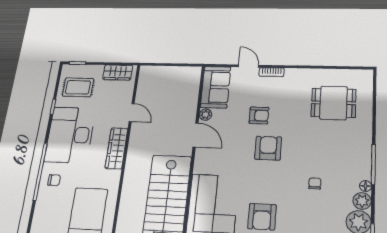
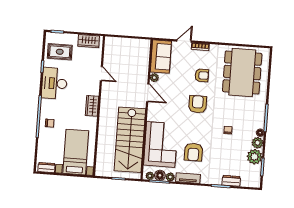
door: (248, 66) -> (184, 41), hinge flipped
dining table: (333, 103) -> (242, 72), width x1.88, depth x1.24
armchair: (259, 115) -> (202, 75), moved
desk: (70, 135) -> (54, 83), width x0.73, depth x0.77
wardrobe: (116, 148) -> (92, 106), width x0.67

